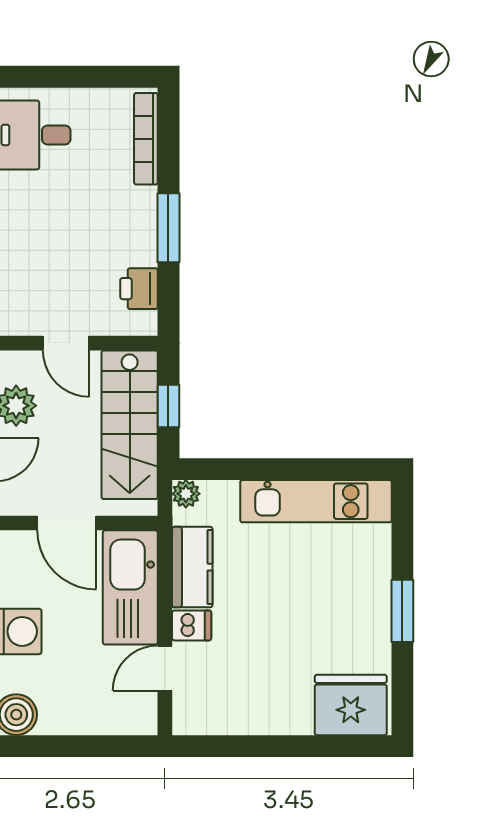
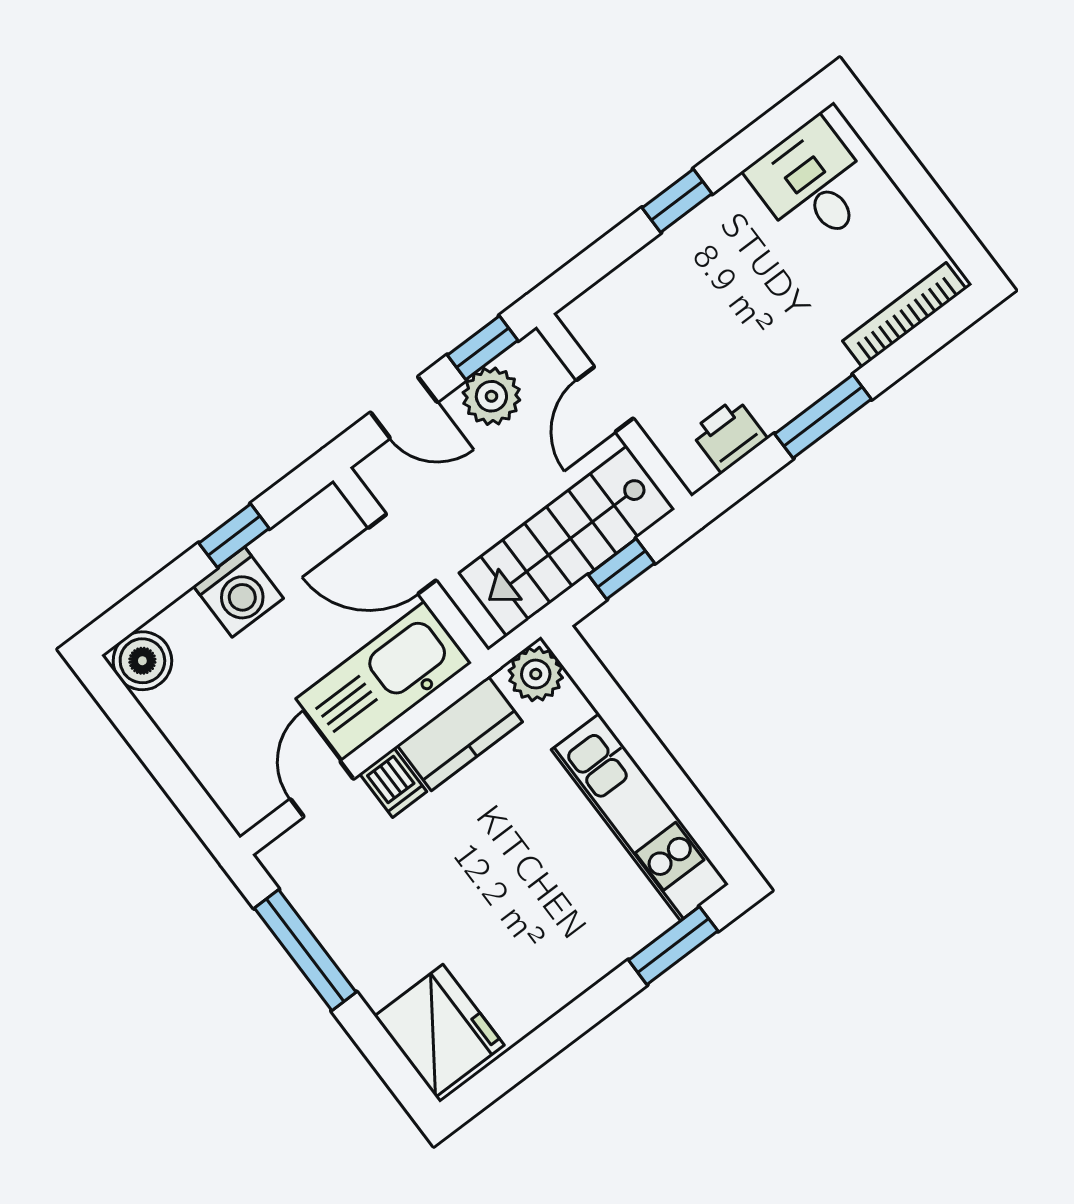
plant: (186, 494) -> (536, 674), width x1.38, depth x1.38
door: (67, 523) -> (402, 554), hinge flipped
window: (402, 611) -> (673, 946), moved
door: (165, 668) -> (322, 789), hinge flipped
window: (248, 746) -> (305, 950), added

